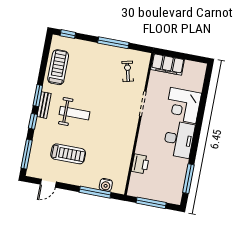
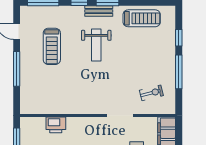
window: (68, 34) -> (179, 38), moved
water cooler: (106, 185) -> (27, 93), removed
window: (95, 192) -> (17, 69), moved

